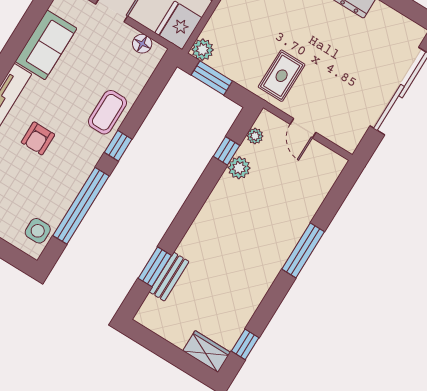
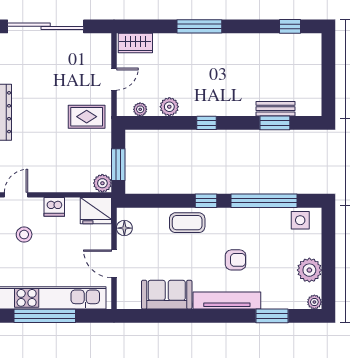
window: (226, 151) -> (207, 123), moved
wardrobe: (207, 351) -> (135, 43), moved, turned -90

